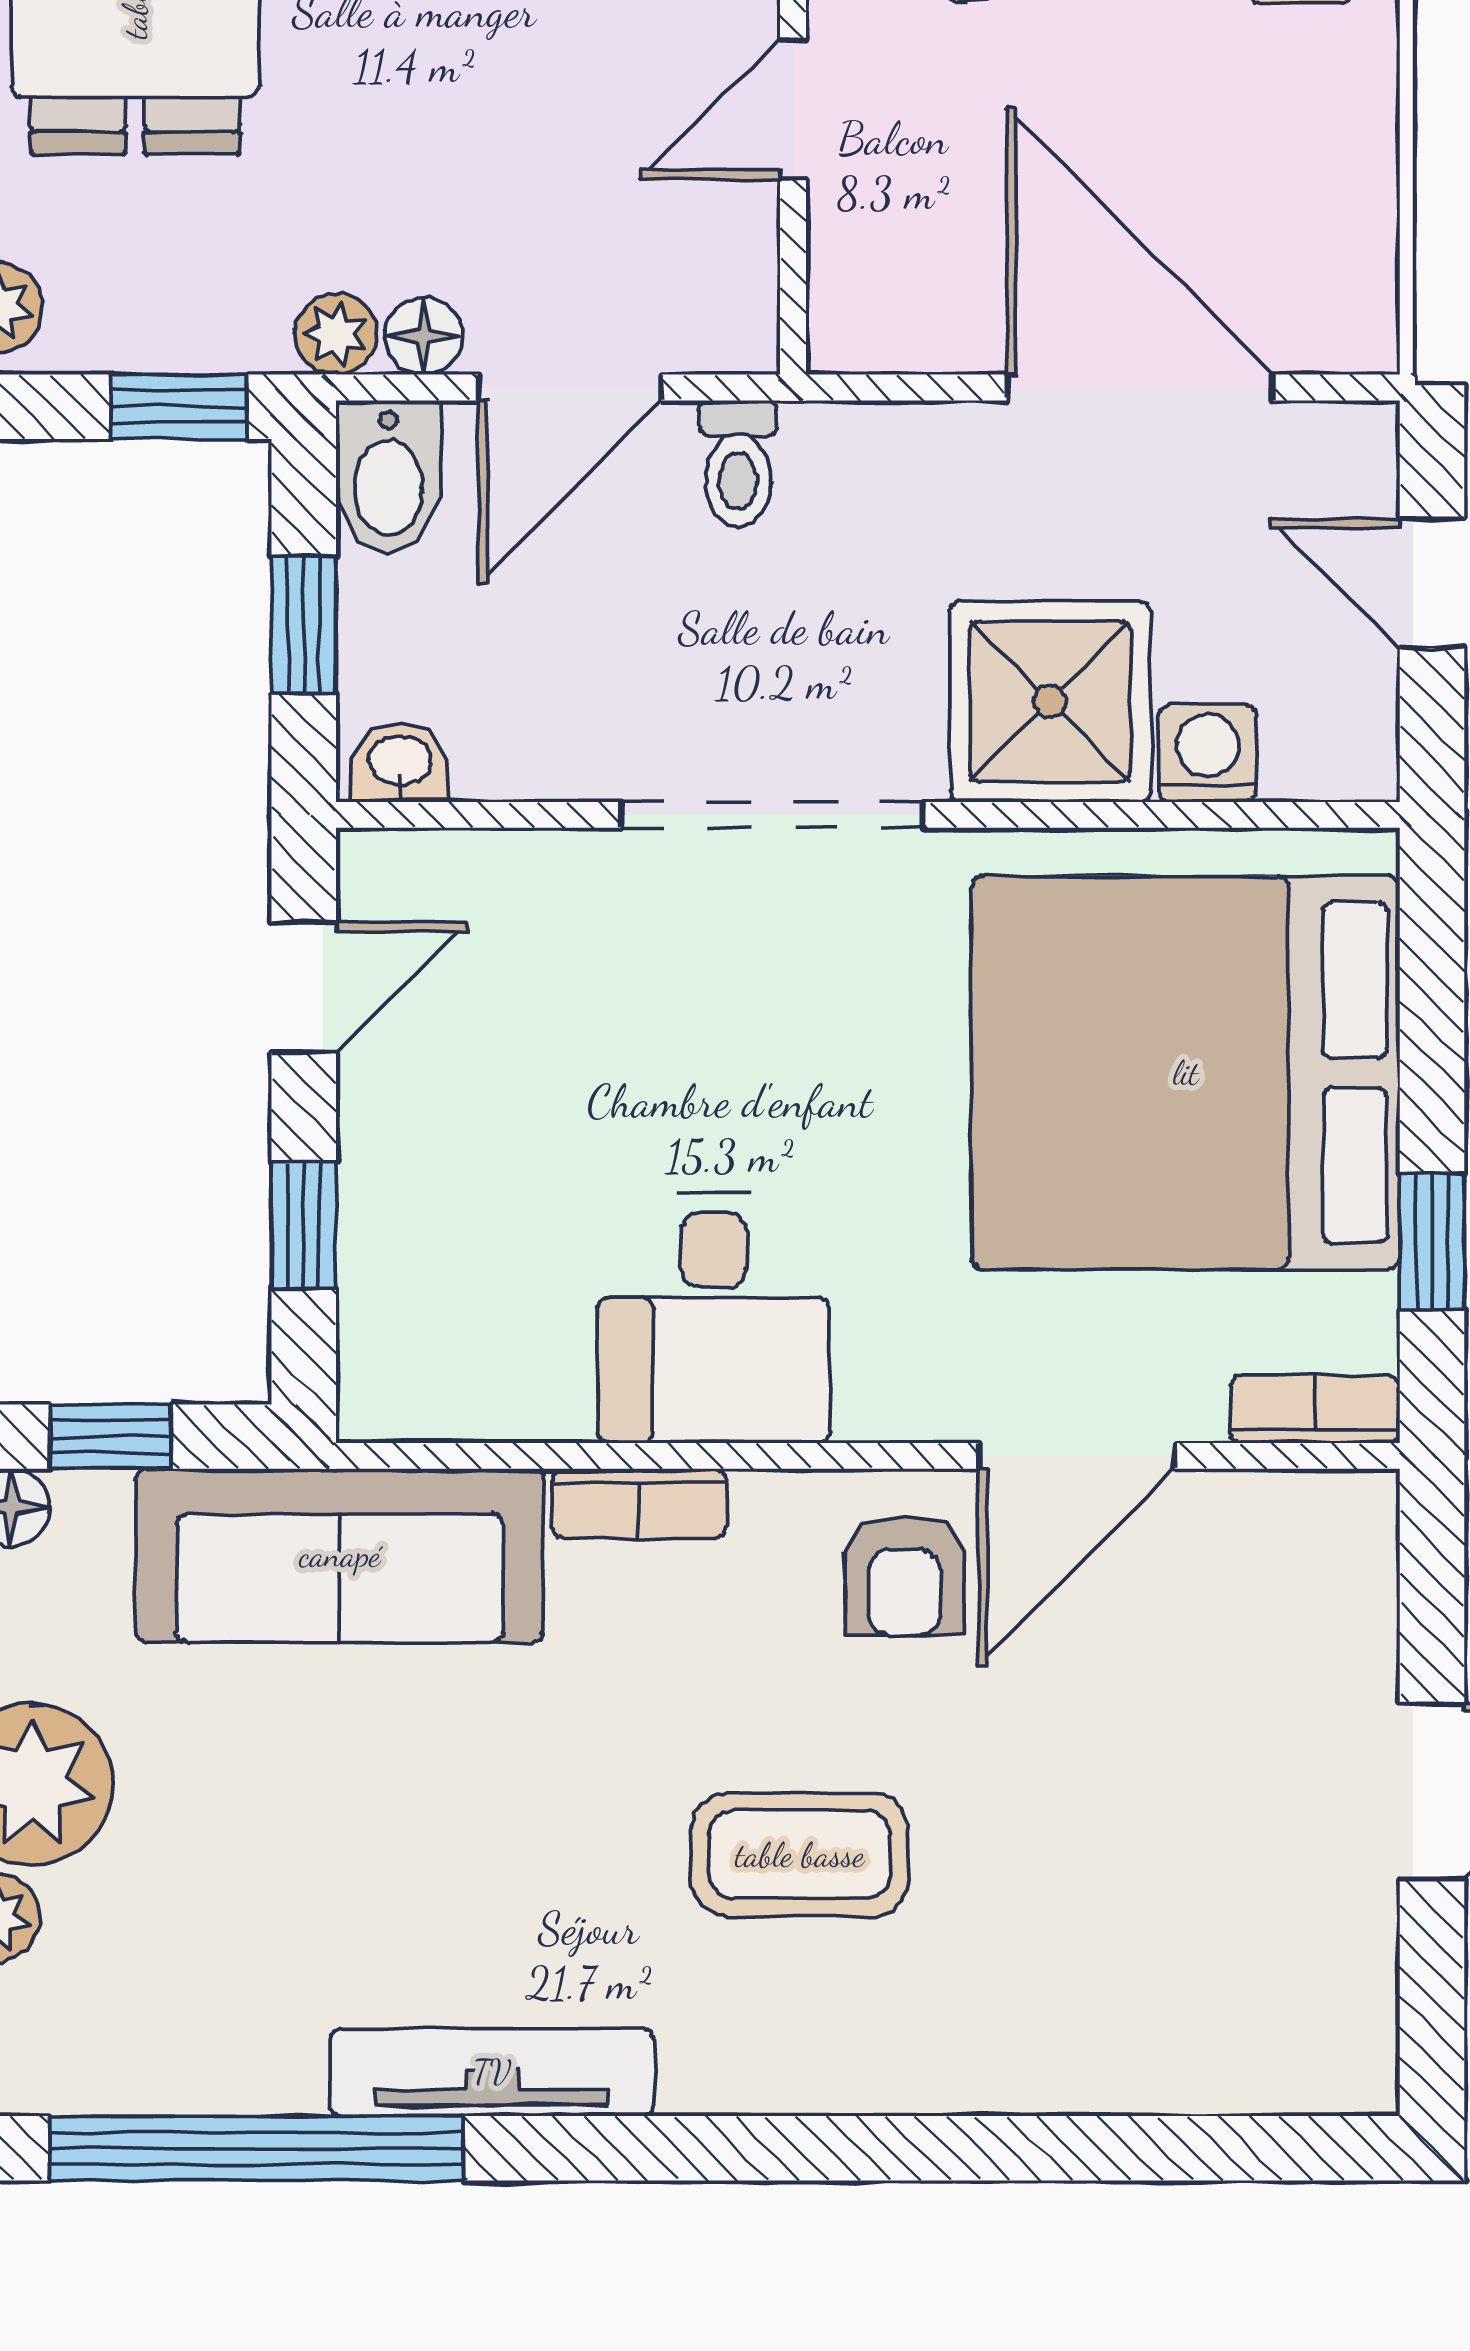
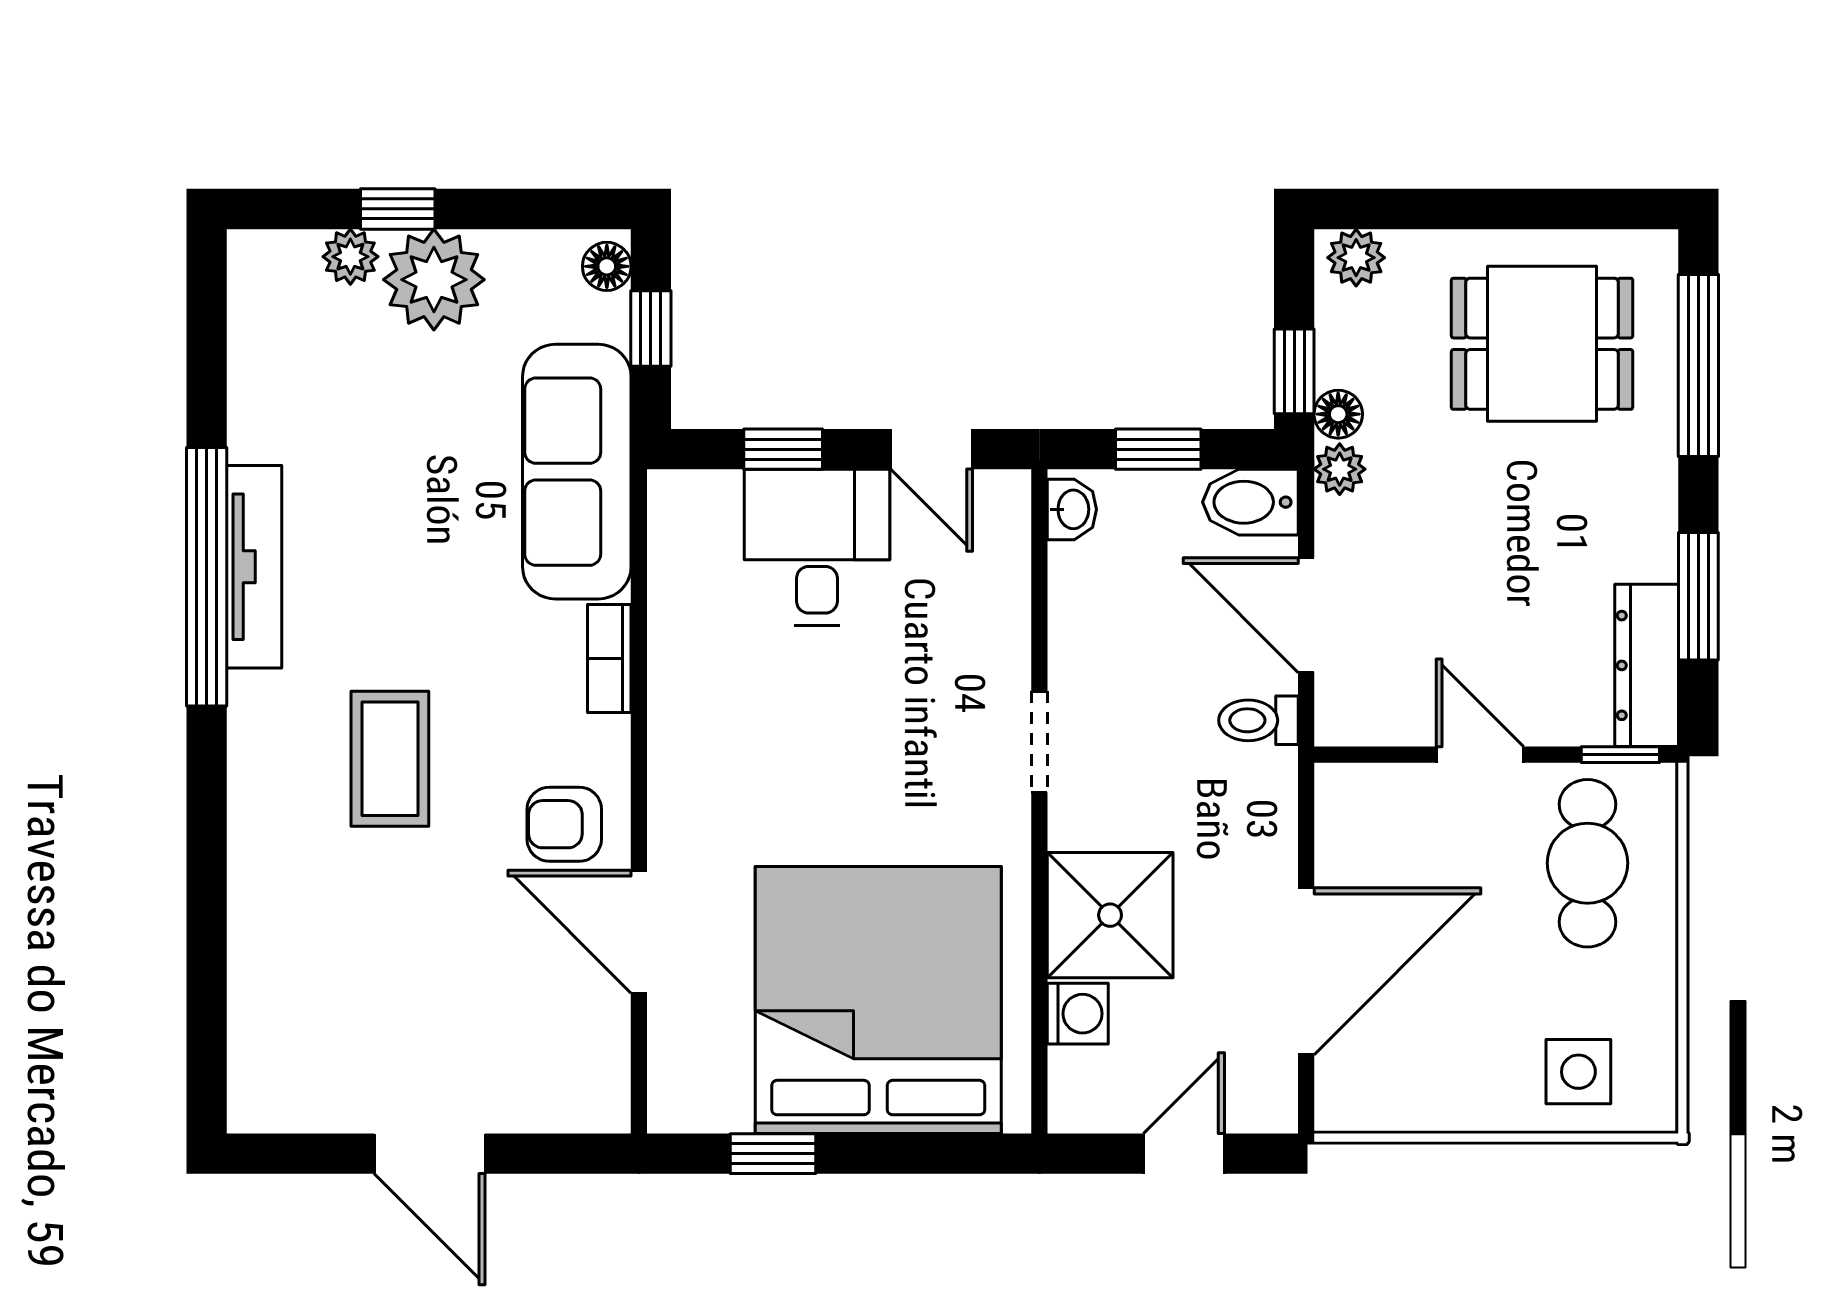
floor lamp: (424, 336) -> (1338, 414), moved
doorway: (772, 815) -> (1039, 742), width x0.53
desk: (714, 1318) -> (817, 547), moved, turned 90
bookcase: (1315, 1409) -> (668, 1081), removed
window: (256, 2148) -> (207, 577), moved

